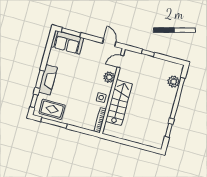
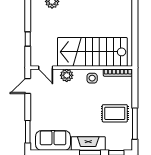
sofa: (67, 42) -> (53, 140), moved, turned -90
stairs: (119, 103) -> (92, 52), width x1.36, depth x1.51
rug: (52, 109) -> (115, 113), moved, turned 90

